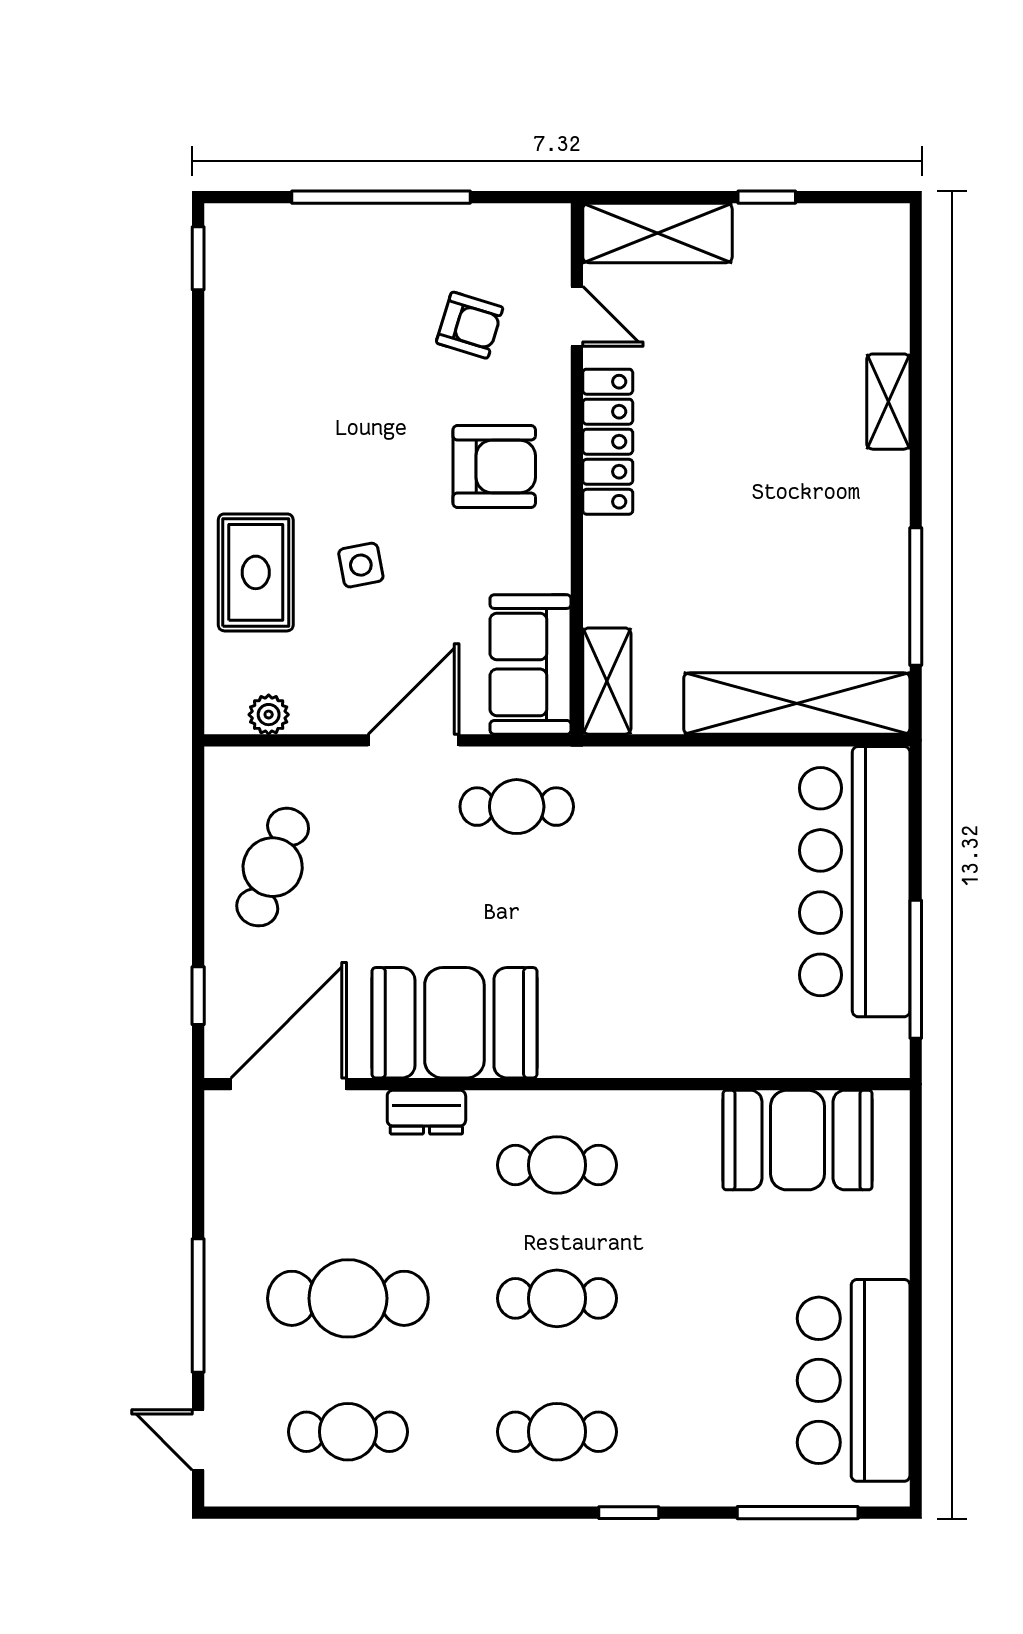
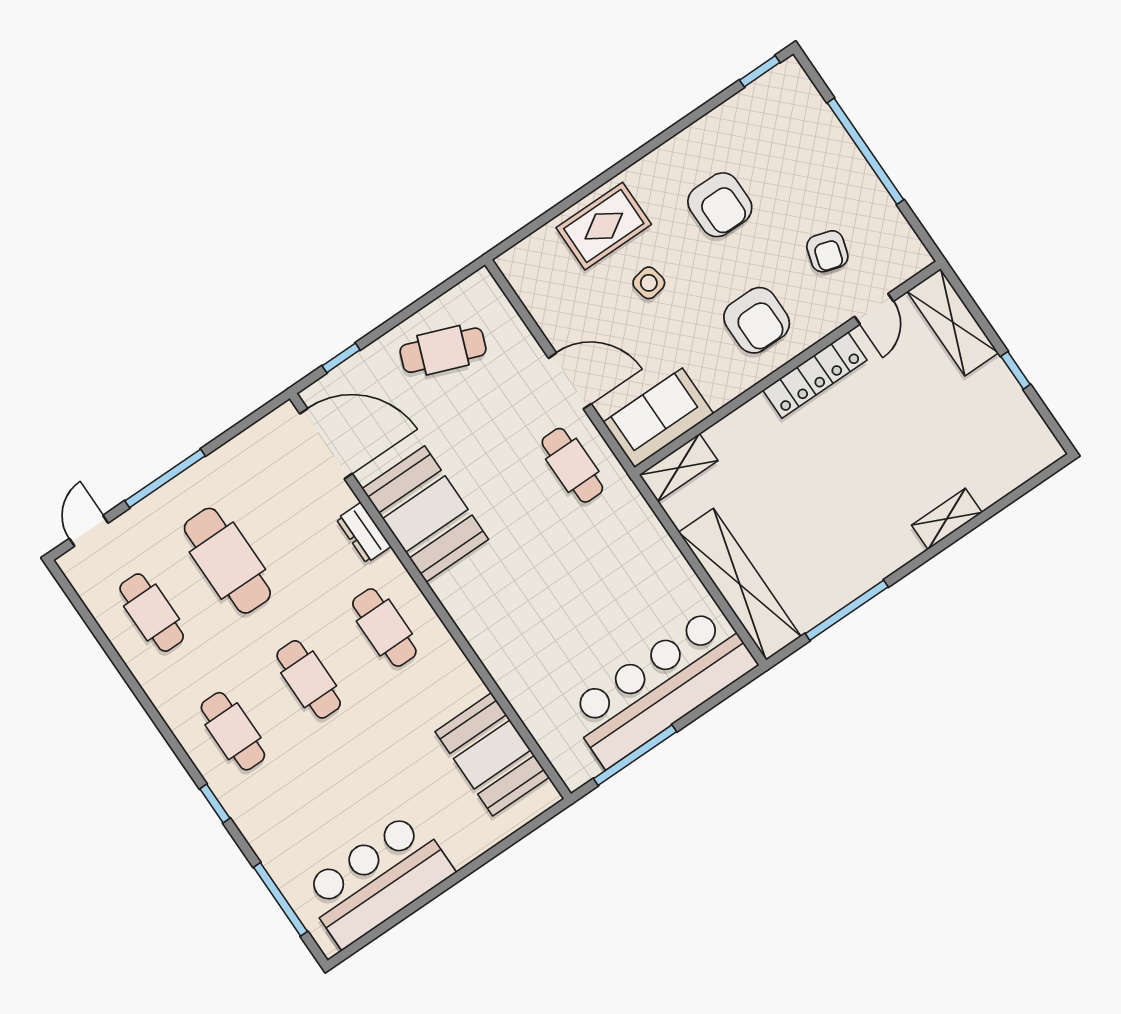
armchair: (326, 416) -> (720, 205), added
plant: (269, 715) -> (528, 289), removed

